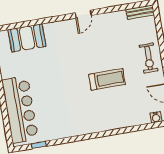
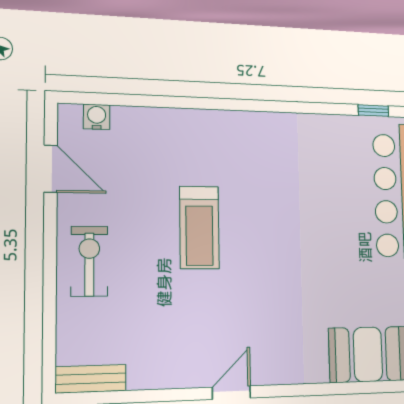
treadmill: (107, 79) -> (199, 227), turned -90

